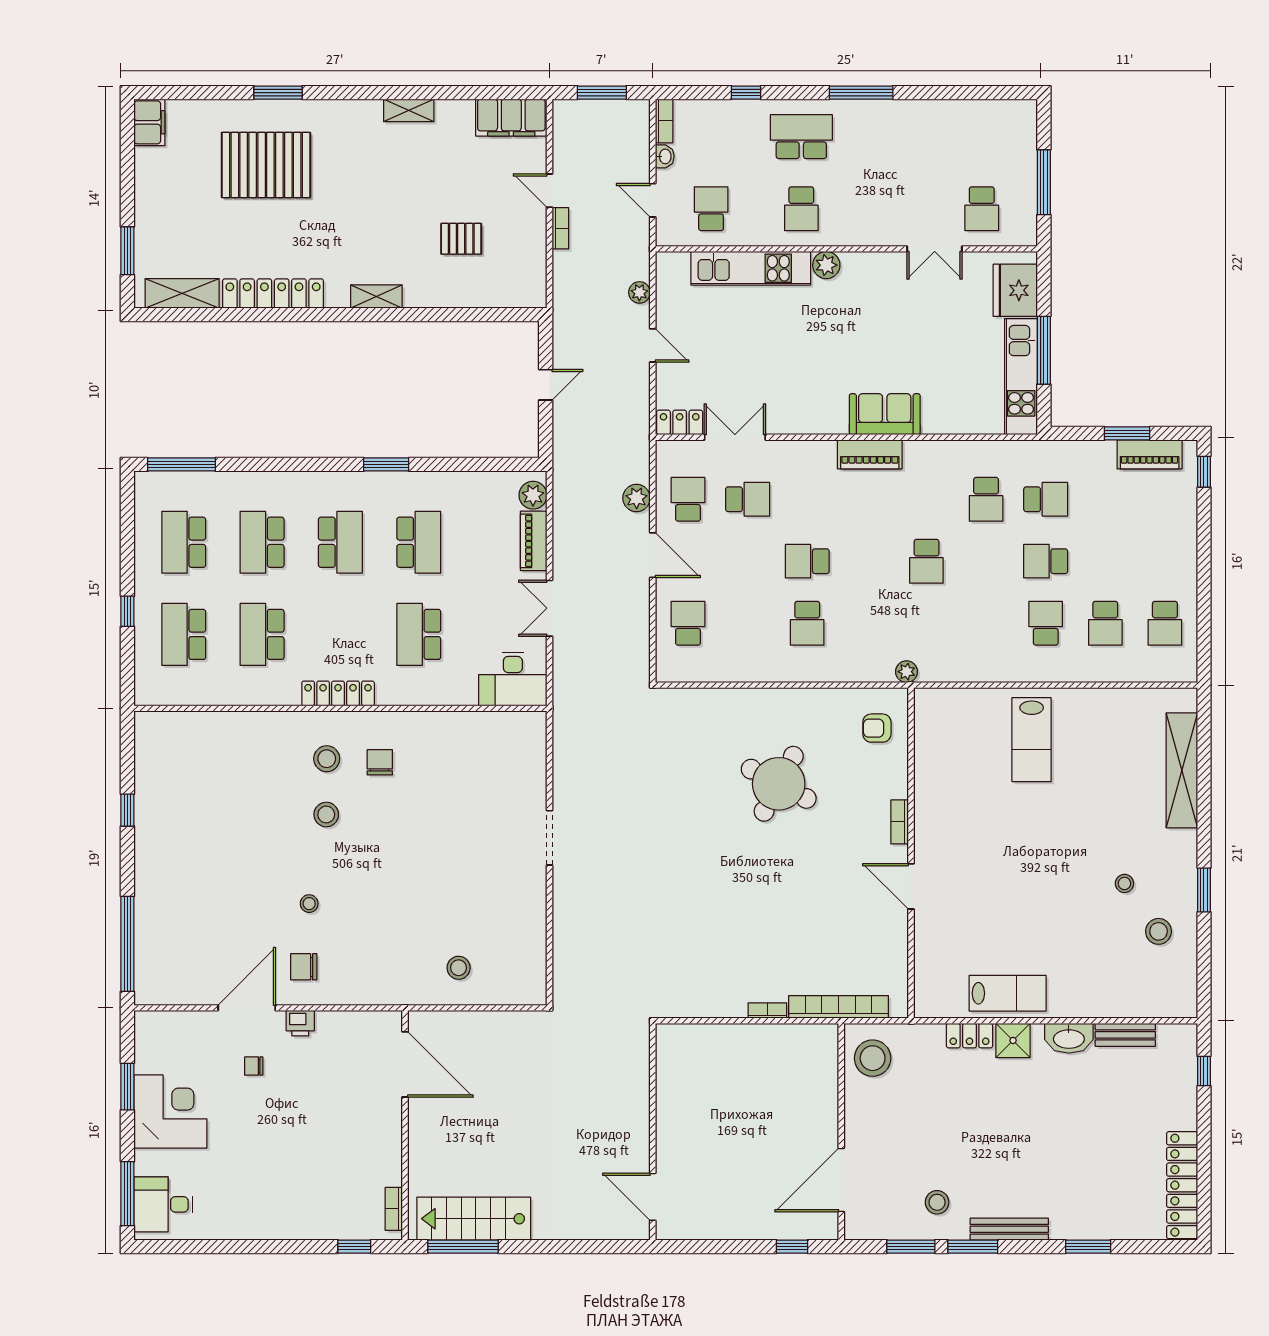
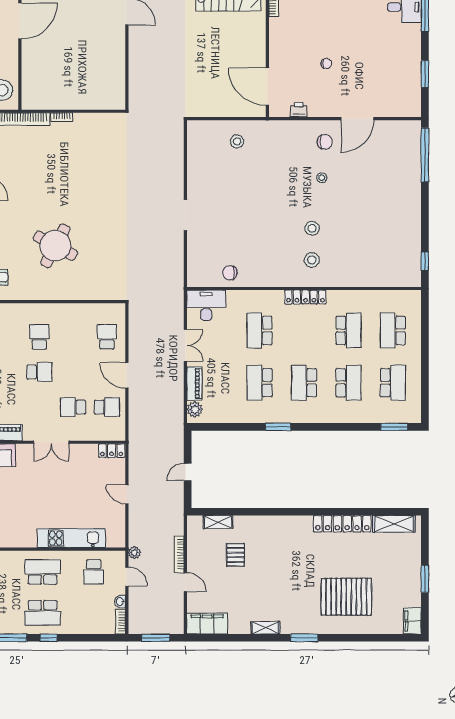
window: (278, 93) -> (304, 638), moved
window: (746, 93) -> (48, 638), moved
school desk: (801, 209) -> (43, 572), width x1.85
bookcase: (560, 228) -> (179, 554), width x1.56
pallet: (461, 239) -> (236, 555), turned 90
window: (127, 251) -> (425, 579), moved
plant: (826, 265) -> (28, 540), removed
plant: (639, 292) -> (134, 553), moved
shelving: (376, 297) -> (218, 522), moved
double door: (735, 437) -> (51, 442), moved
window: (182, 464) -> (394, 427), width x0.69
plant: (637, 498) -> (136, 408), removed
school desk: (688, 499) -> (107, 407), turned -90
window: (127, 611) -> (425, 344), removed
school desk: (688, 623) -> (107, 337), turned 180
school desk: (184, 634) -> (393, 330), turned 180
school desk: (419, 634) -> (260, 330), turned 180
chair: (380, 762) -> (230, 273), moved, turned 90
window: (127, 810) -> (425, 261), moved
printer: (300, 1023) -> (299, 110), moved
chair: (254, 1066) -> (326, 63), moved
corner desk: (170, 1111) -> (400, 60), removed

